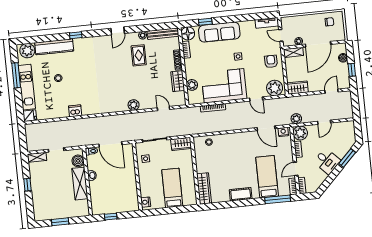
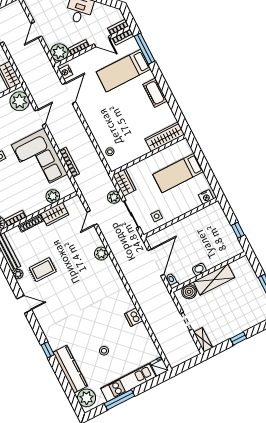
plant: (296, 119) -> (114, 197), moved
door: (324, 122) -> (36, 30), swing flipped

